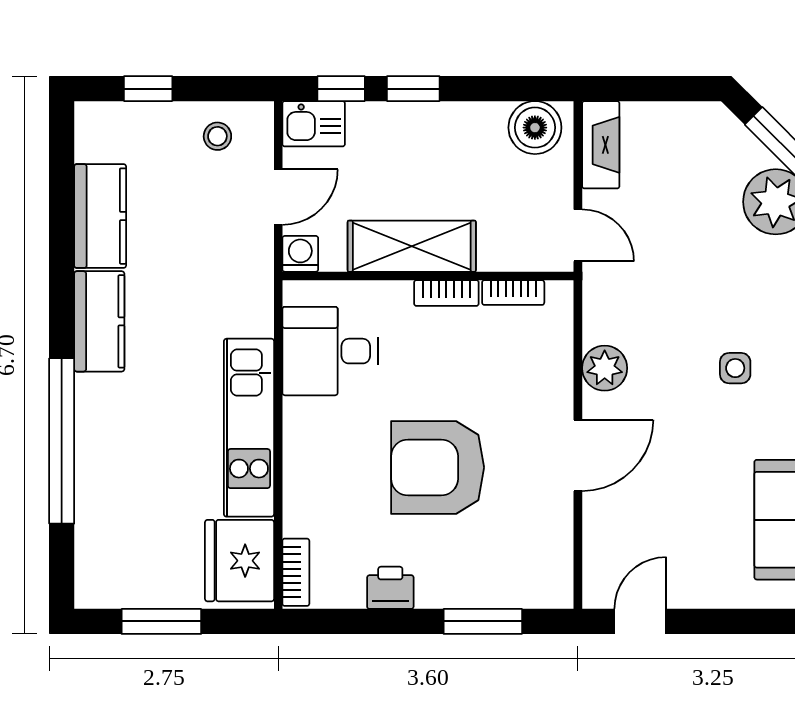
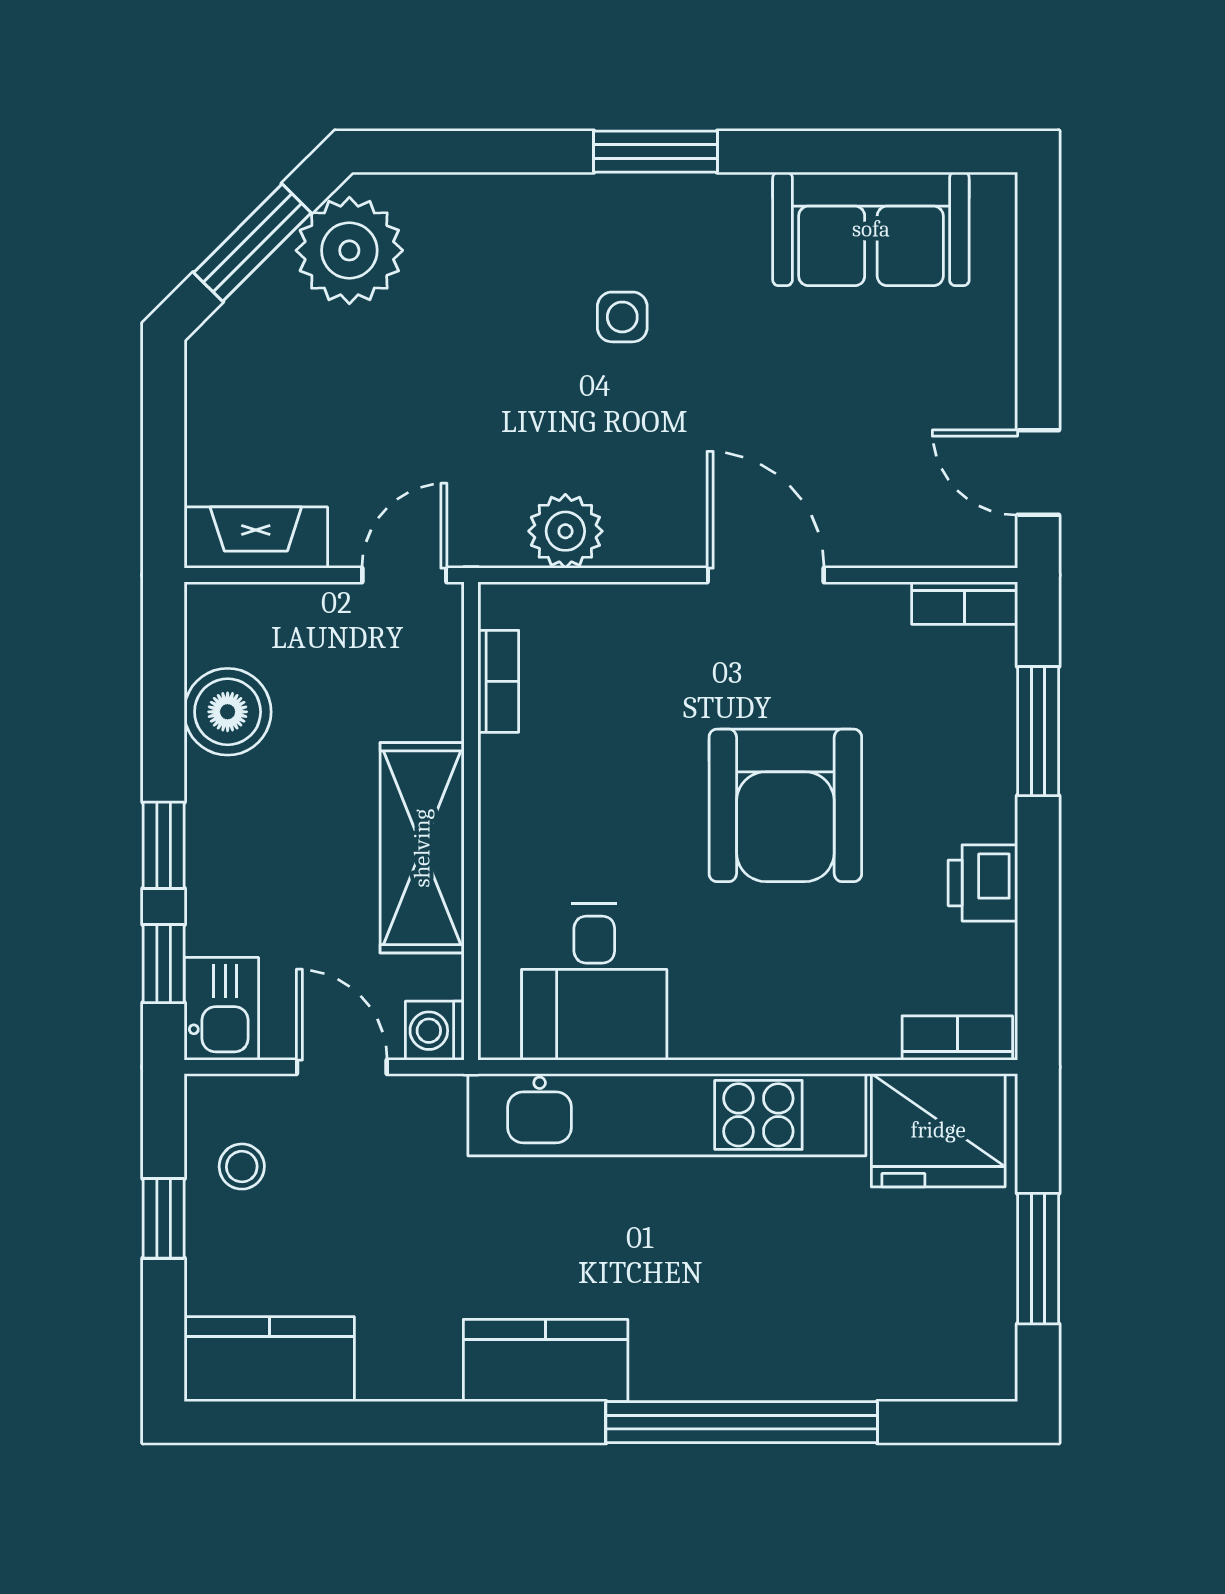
window: (148, 89) -> (164, 1218), moved
boiler: (535, 128) -> (228, 712), moved
kitchen counter: (100, 216) -> (269, 1359), moved
bookcase: (446, 293) -> (965, 603), moved, turned 90
plant: (605, 368) -> (565, 531), moved
kitchen unit: (249, 428) -> (667, 1115), width x1.36

